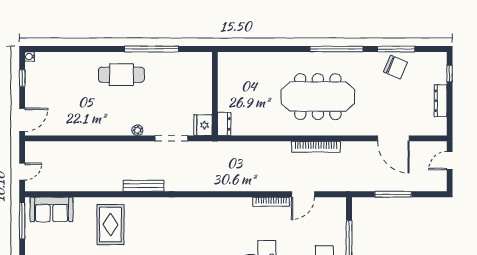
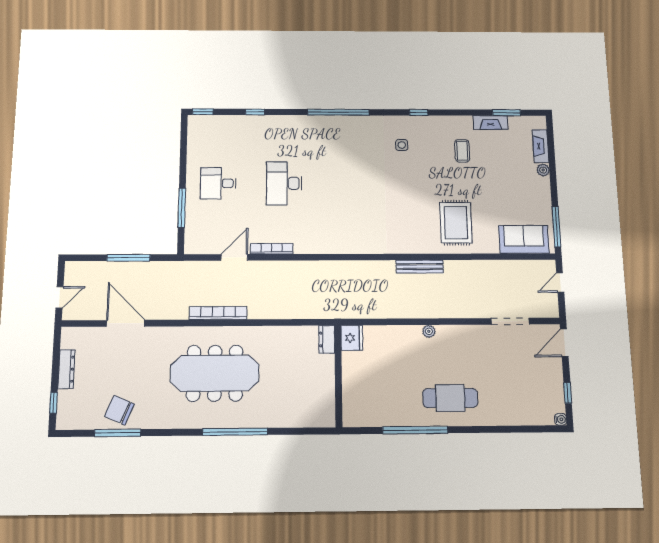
window: (336, 49) -> (235, 432), moved
doorway: (171, 138) -> (510, 321), moved

